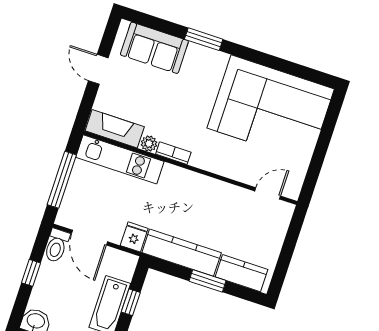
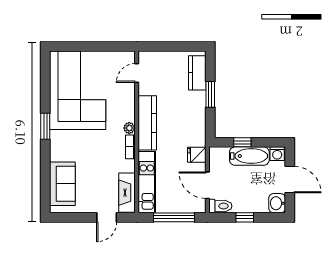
window: (204, 39) -> (45, 126), moved
door: (98, 69) -> (107, 217), moved
plant: (149, 144) -> (129, 128), moved
door: (268, 193) -> (137, 73), hinge flipped
door: (90, 238) -> (207, 185), swing flipped
kitchen counter: (182, 253) -> (147, 123), moved, turned 180

